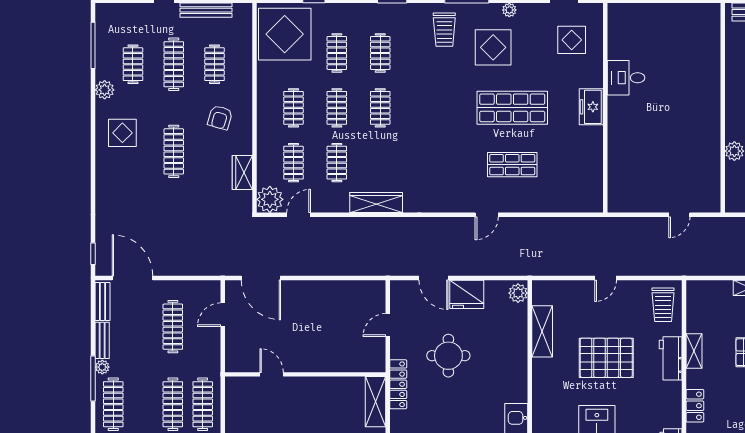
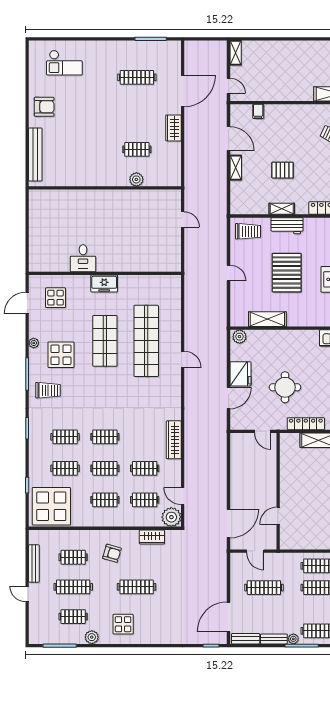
shop shelf: (512, 165) -> (146, 341), width x2.00, depth x1.36
door: (272, 374) -> (278, 516), moved
wall: (305, 374) -> (278, 491), moved

